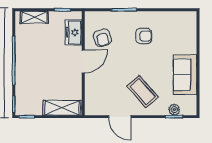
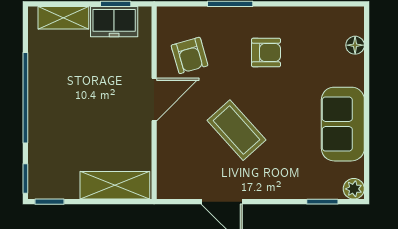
freezer: (74, 32) -> (114, 22), moved, turned -90
floor lamp: (192, 32) -> (355, 45), added
coffee table: (143, 92) -> (236, 130), moved
plant: (174, 110) -> (354, 189), moved

